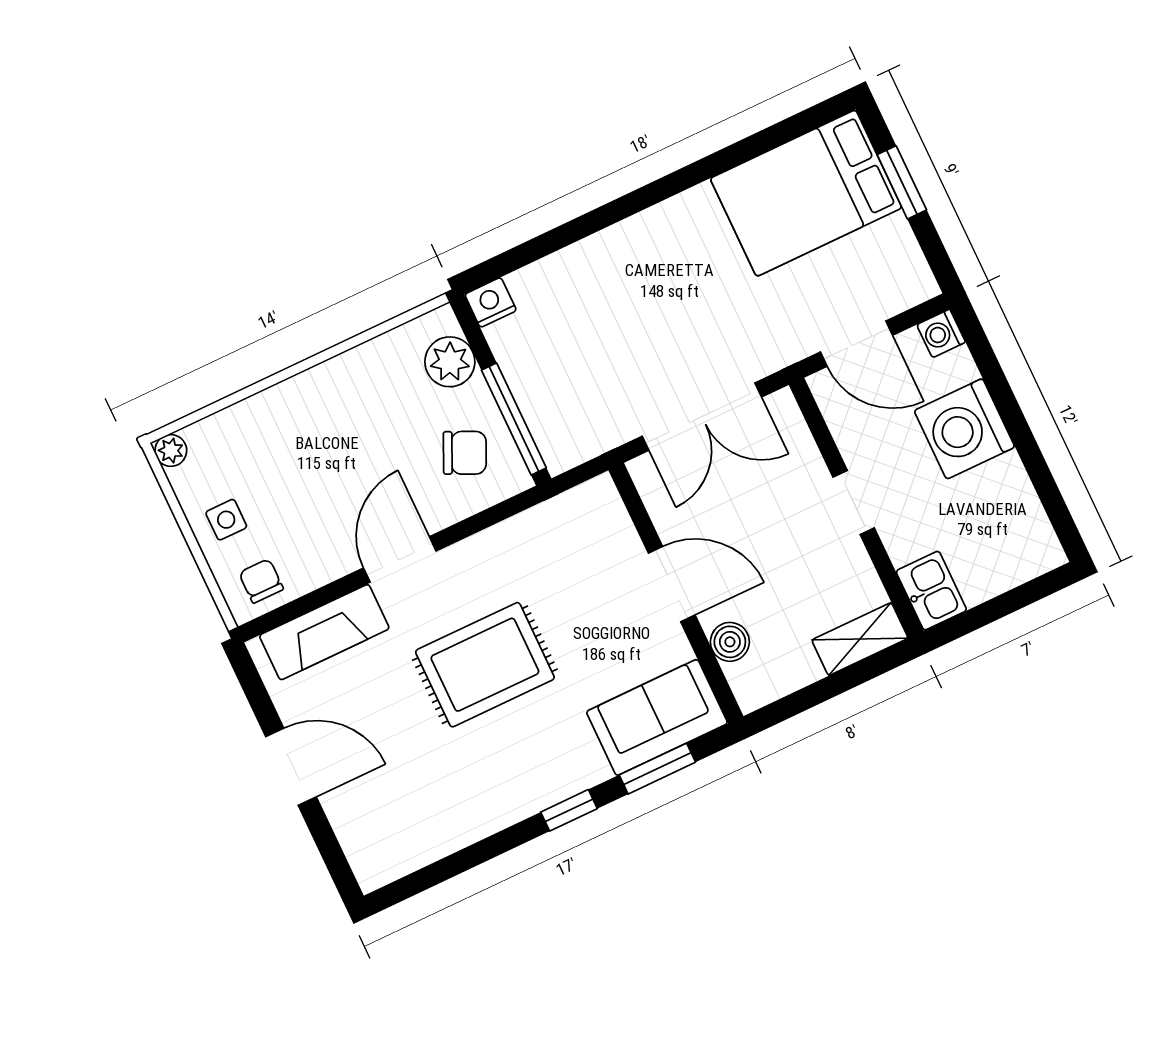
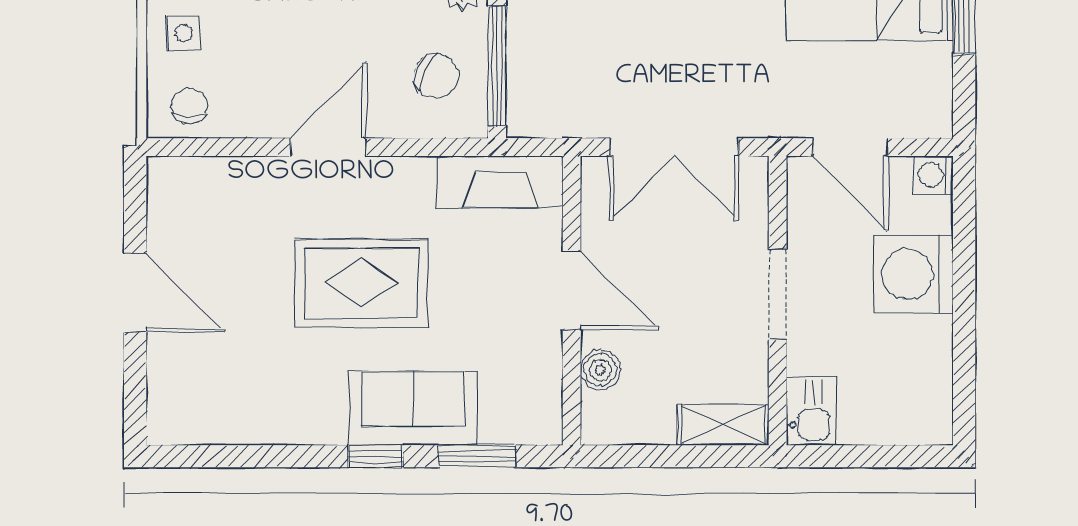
doorway: (854, 503) -> (778, 294), width x1.38
fireplace: (324, 632) -> (500, 182), moved
sofa: (657, 717) -> (413, 408), moved

